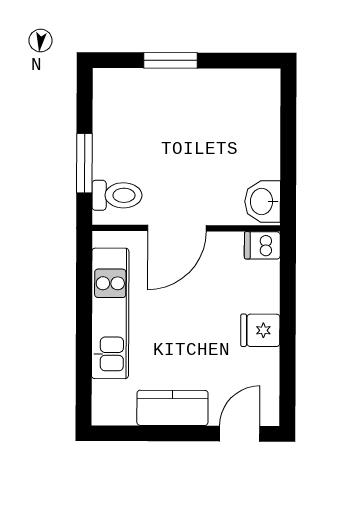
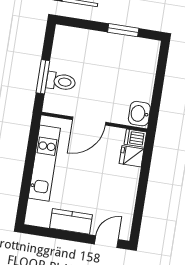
window: (170, 60) -> (123, 30), moved
toilet: (117, 195) -> (61, 82), moved
fridge: (260, 330) -> (132, 156), moved

